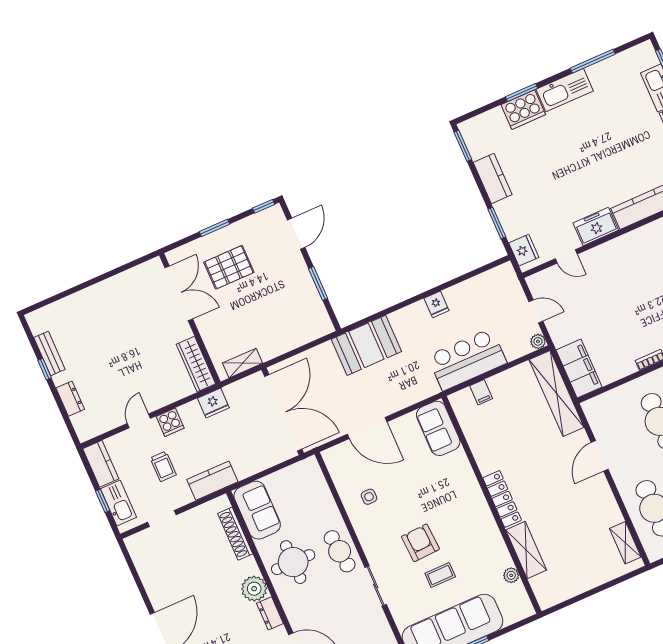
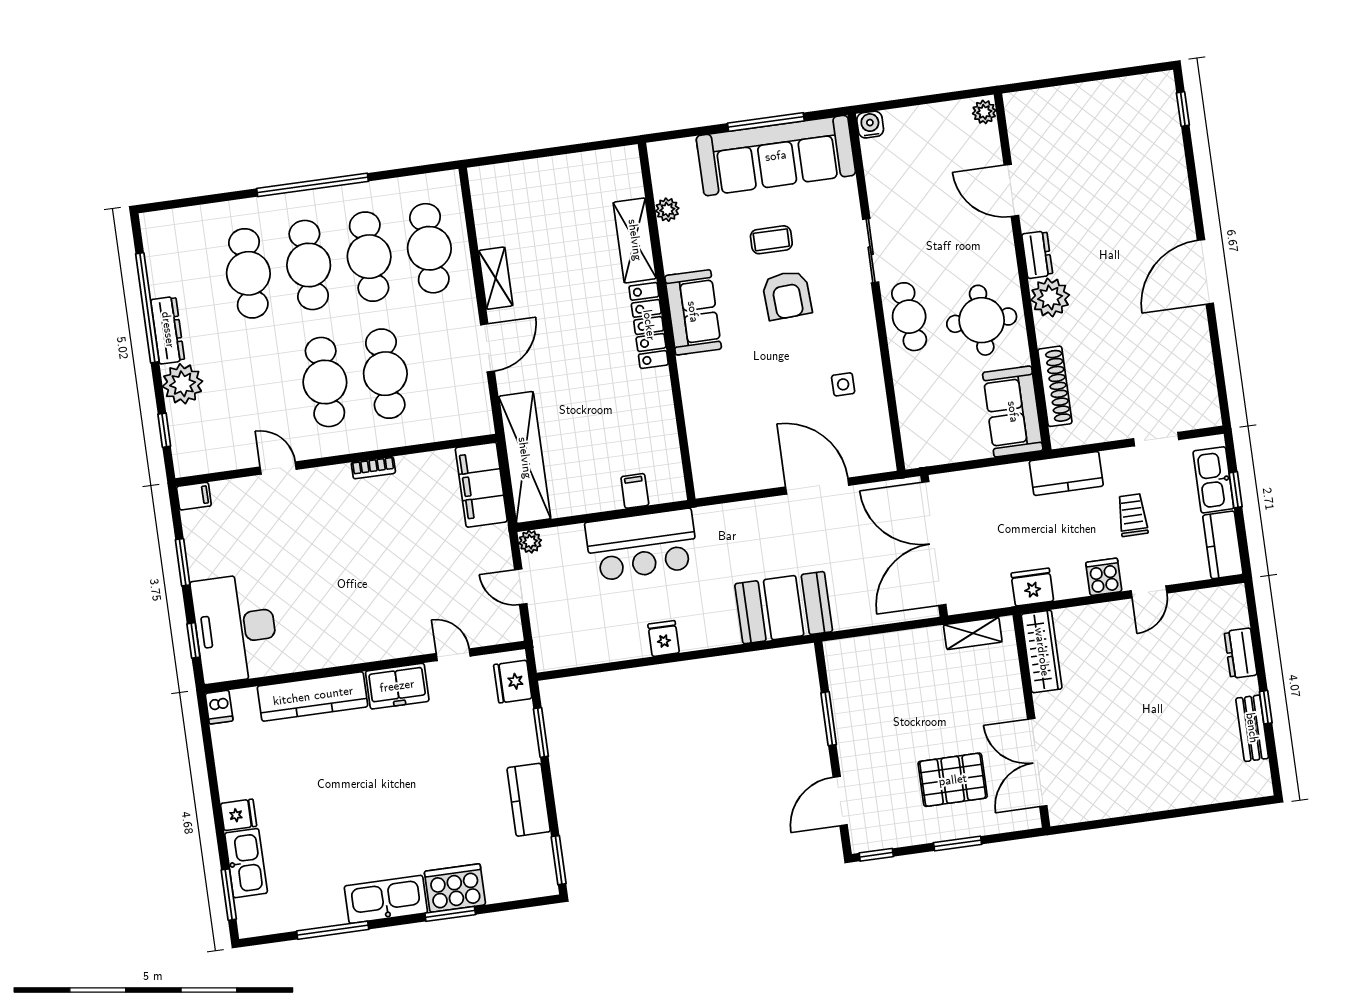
sofa: (438, 428) -> (693, 312), moved
shelving: (625, 543) -> (496, 278), moved

